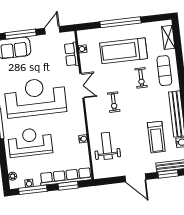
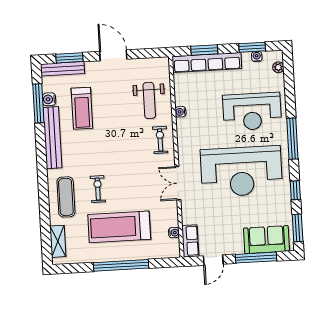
treadmill: (123, 51) -> (119, 227), turned 180
row of seats: (71, 54) -> (190, 241), moved
exercise bike: (114, 102) -> (160, 140), moved
treadmill: (156, 137) -> (82, 108), turned 180
window: (33, 190) -> (252, 47), width x0.69

